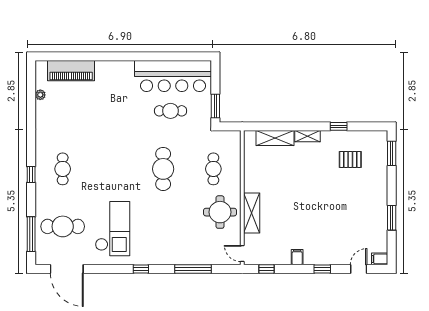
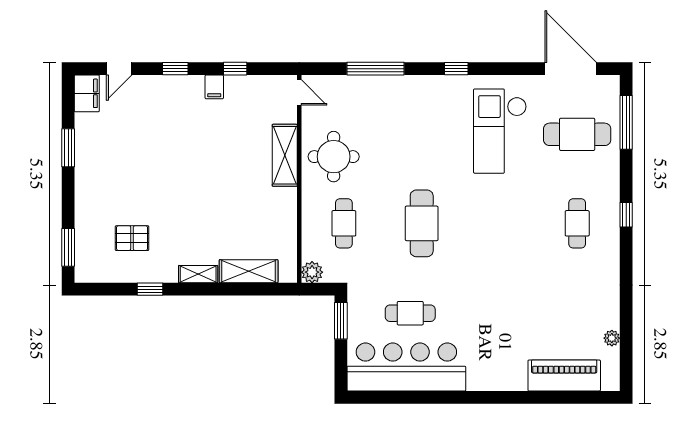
plant: (234, 137) -> (312, 272), added
filing cabinet: (380, 259) -> (87, 93), width x2.00
window: (267, 269) -> (235, 69), moved

